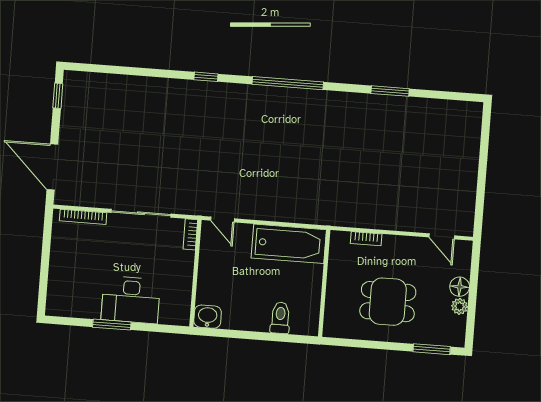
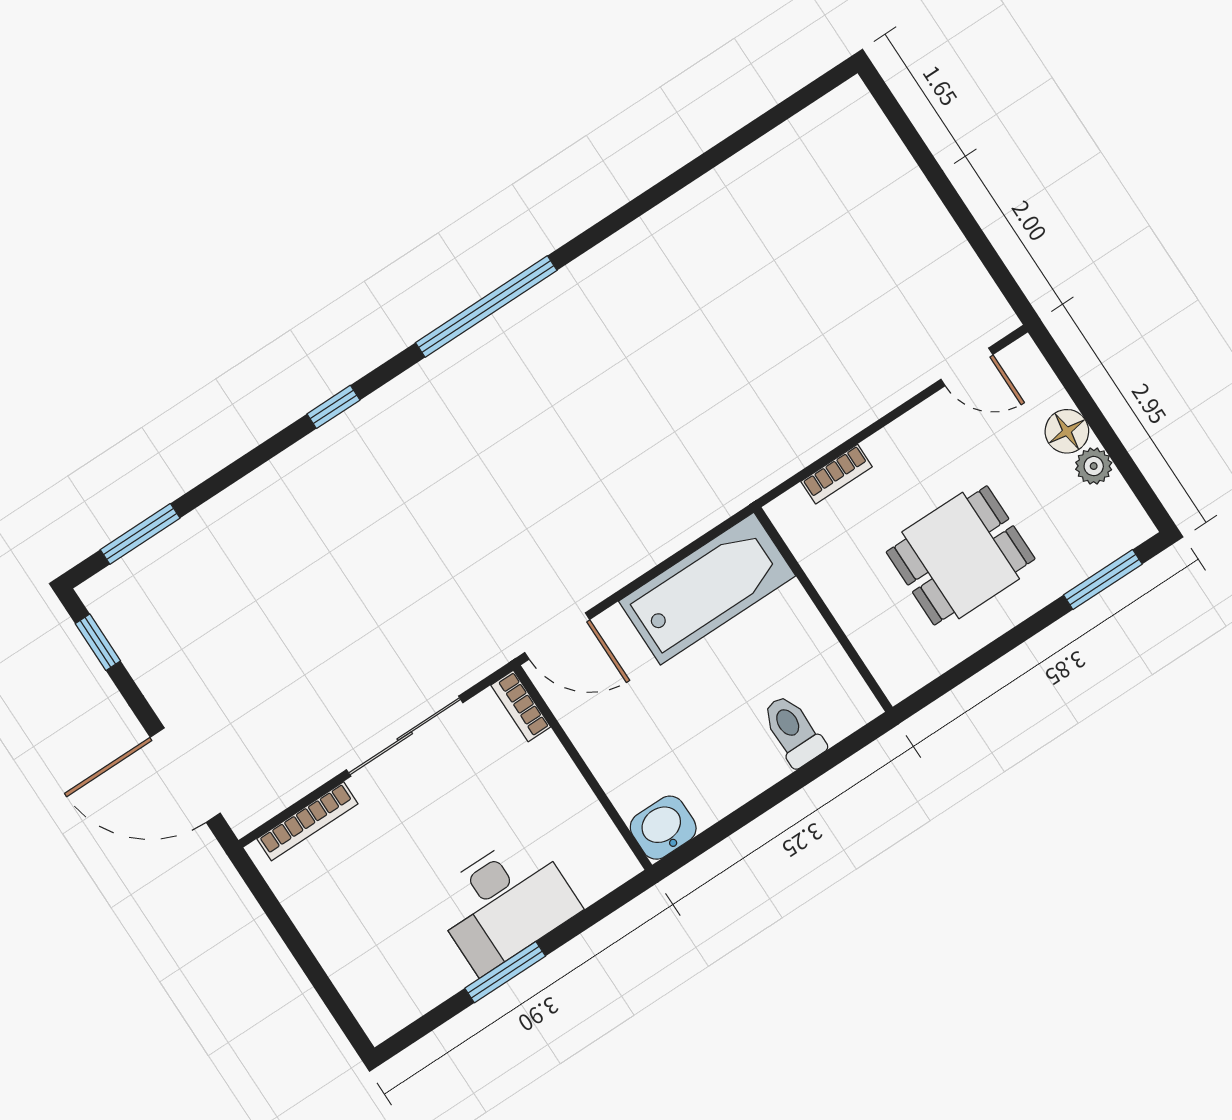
window: (390, 91) -> (140, 534), moved
door: (223, 220) -> (557, 636), width x1.38

